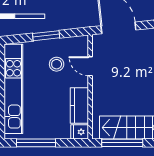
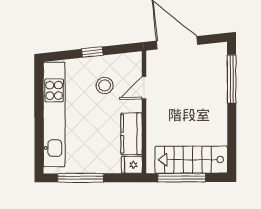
window: (46, 36) -> (92, 52), width x0.67
door: (90, 66) -> (144, 88), hinge flipped

